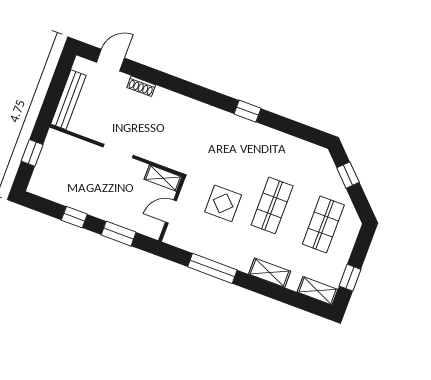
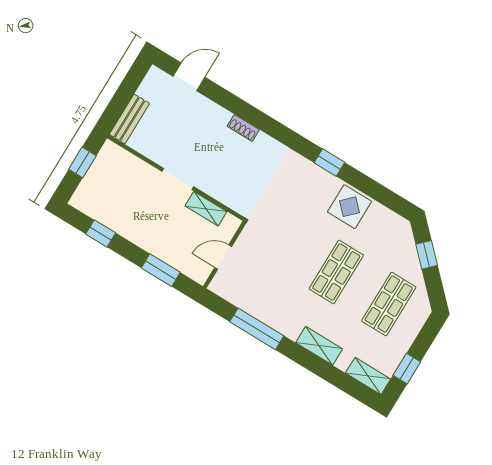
shoe rack: (141, 86) -> (243, 128), moved
bench: (68, 100) -> (129, 119), width x0.73
shelving: (163, 178) -> (206, 209), moved
display table: (223, 203) -> (349, 207), moved
window: (74, 217) -> (101, 233), moved

